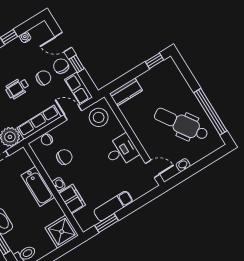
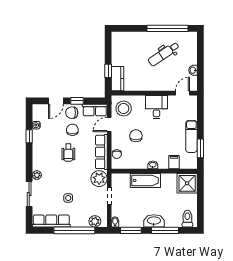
window: (154, 61) -> (108, 71), moved
dental chair: (181, 124) -> (164, 54), width x0.73, depth x0.72
chair: (64, 157) -> (136, 136), moved
filing cabinet: (72, 199) -> (174, 162), width x0.50

